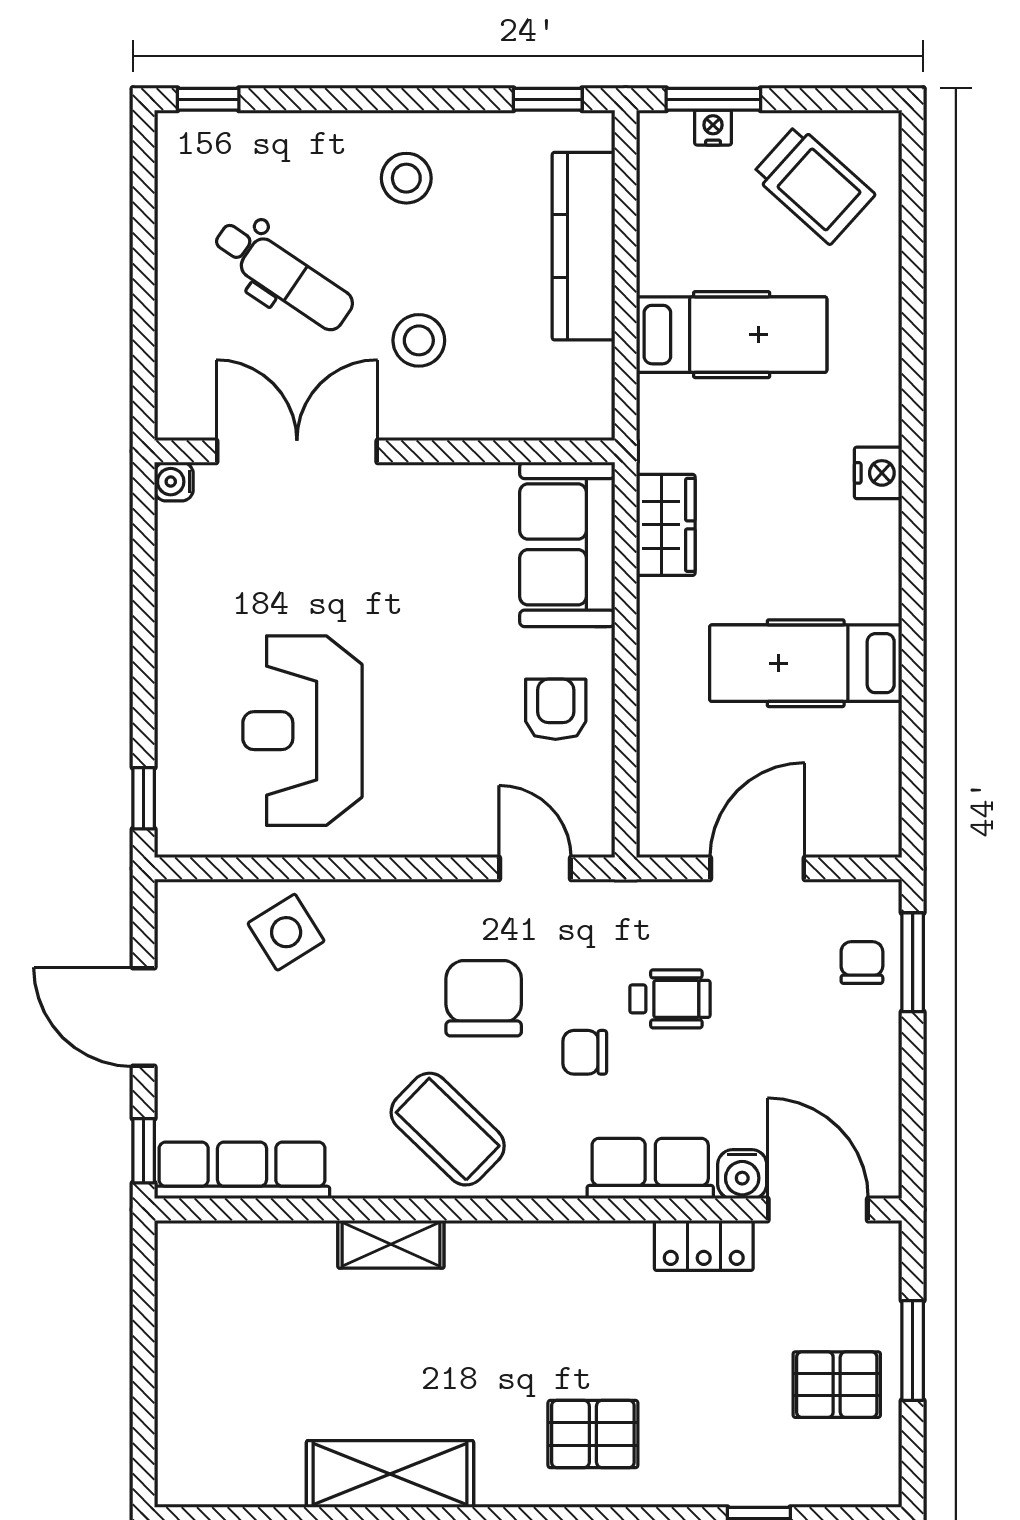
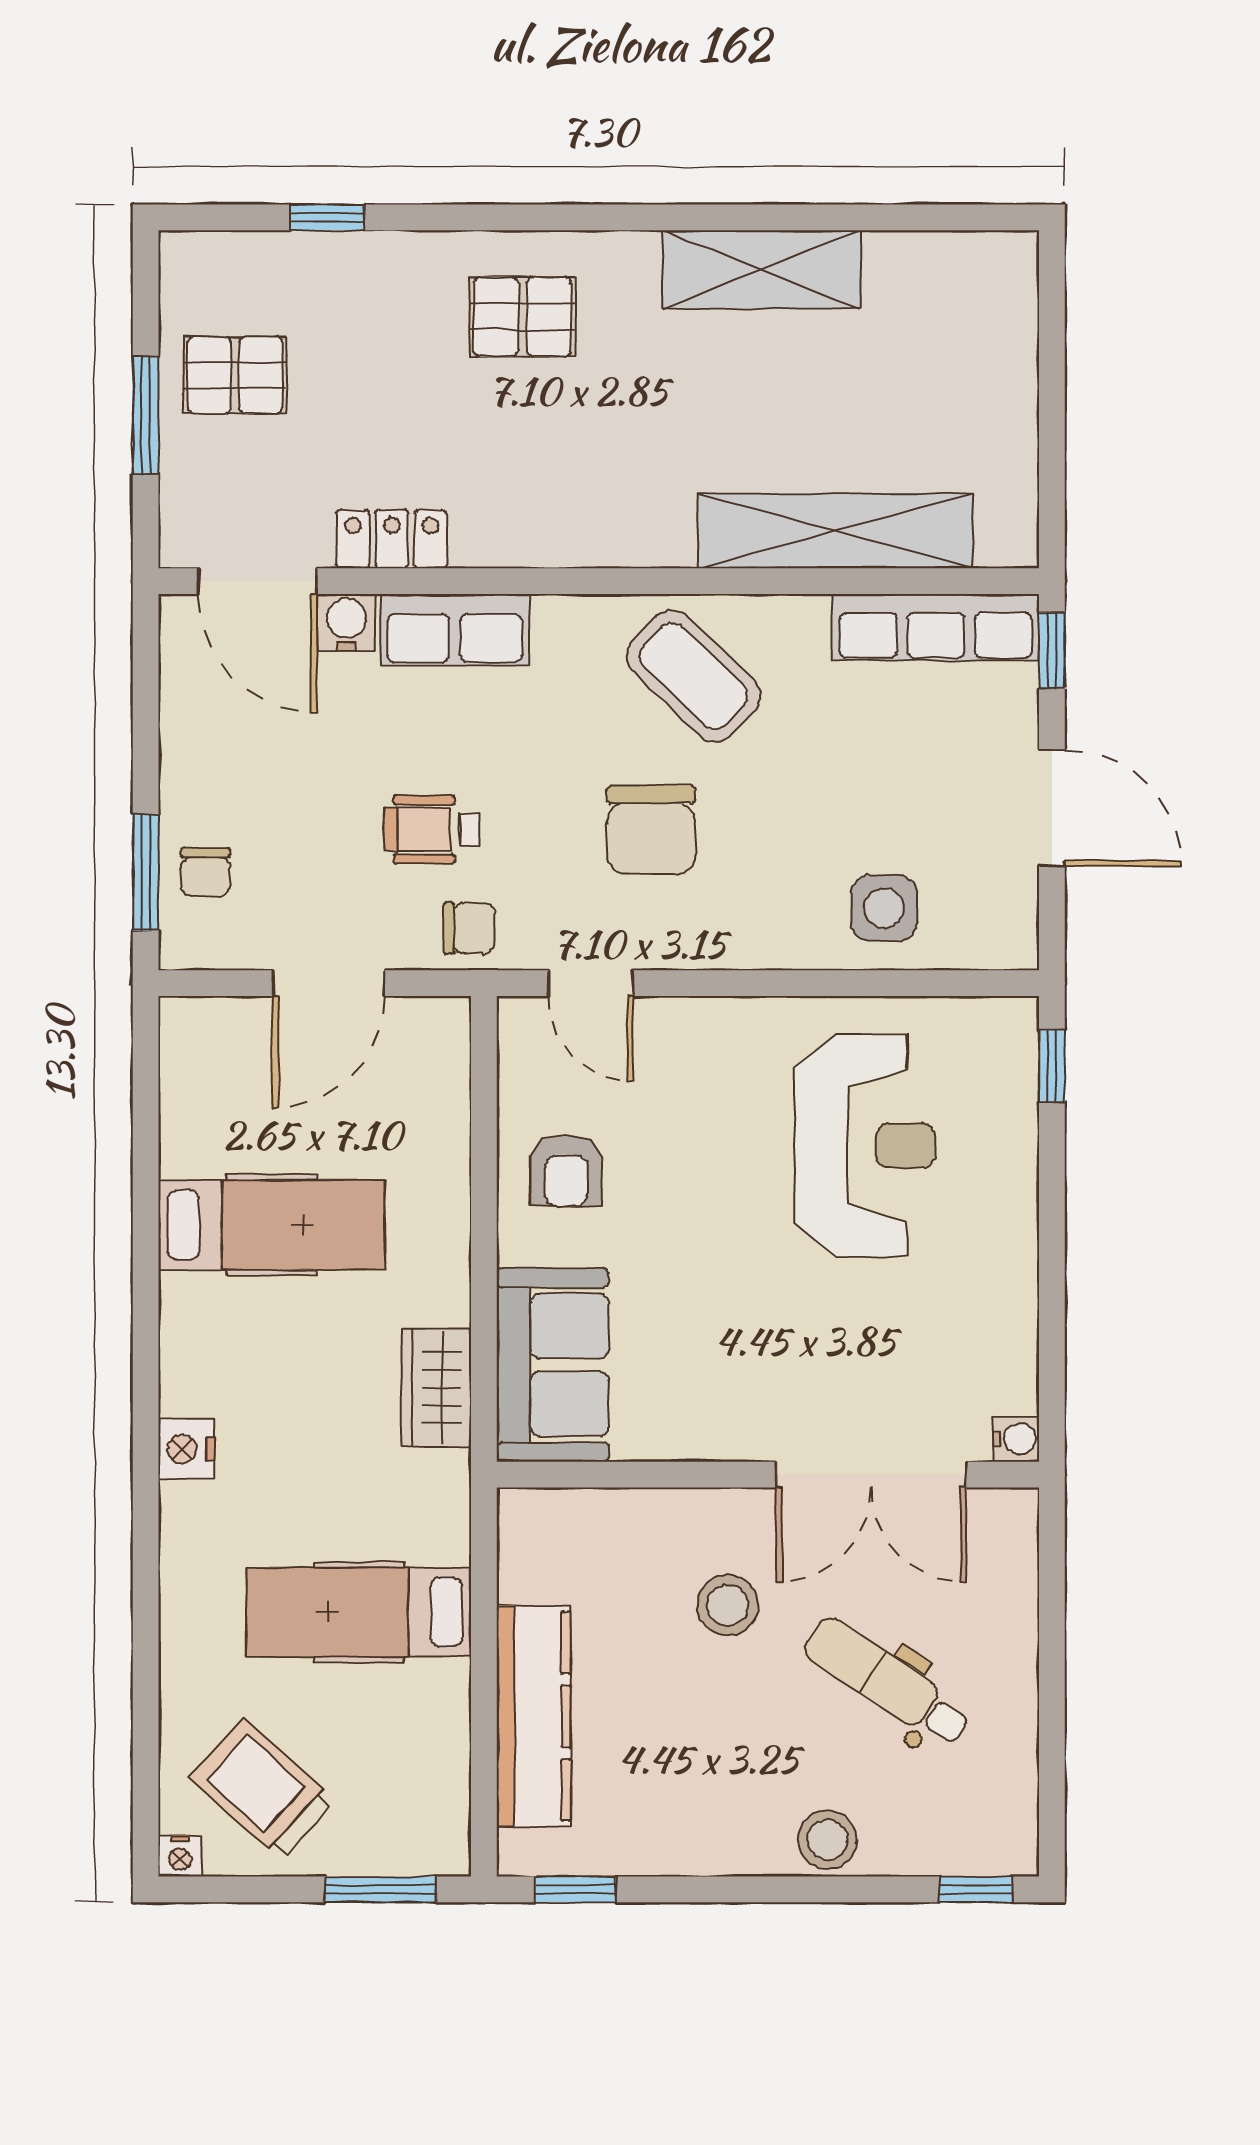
nightstand: (713, 128) -> (180, 1856), moved
stool: (406, 178) -> (828, 1840), moved
side table: (286, 932) -> (884, 908), turned 32
chair: (585, 1052) -> (469, 928), moved
shelving: (391, 1244) -> (835, 531), width x2.20, depth x1.33

